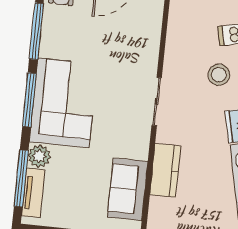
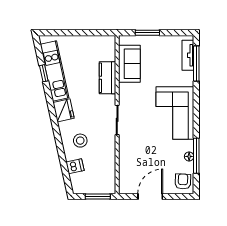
floor lamp: (48, 31) -> (189, 156), added
window: (29, 100) -> (196, 113), removed
plant: (39, 156) -> (187, 78), removed

